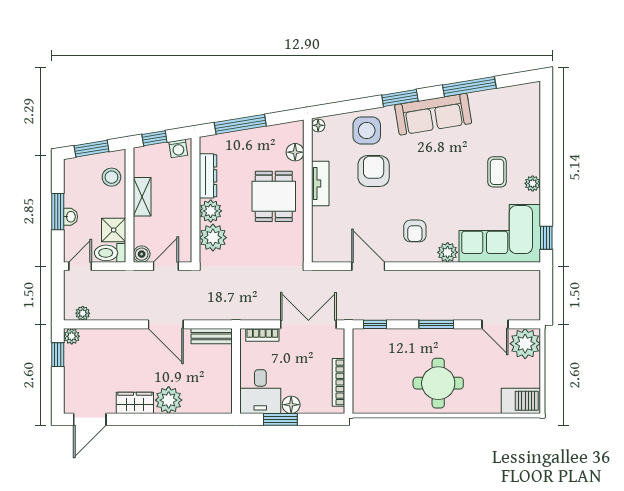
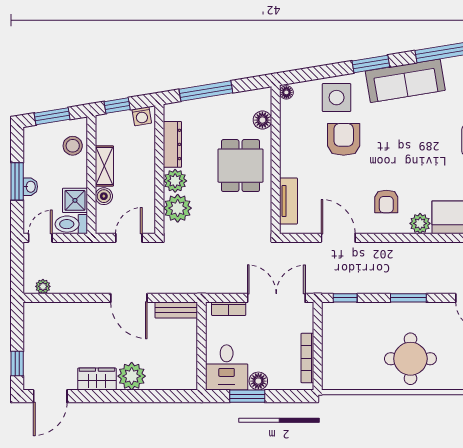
tv unit: (320, 183) -> (288, 201), moved
boiler: (142, 254) -> (104, 196), moved
plant: (72, 336) -> (31, 310), removed
window: (58, 355) -> (17, 364), moved

